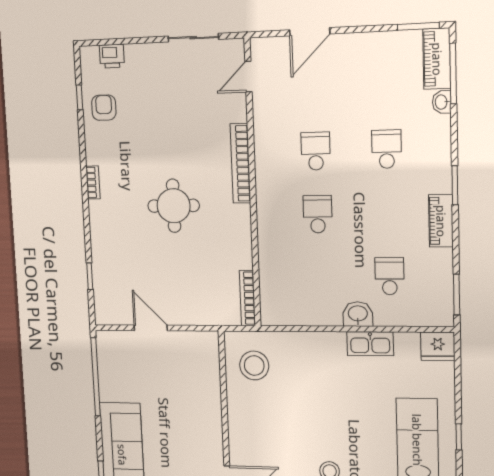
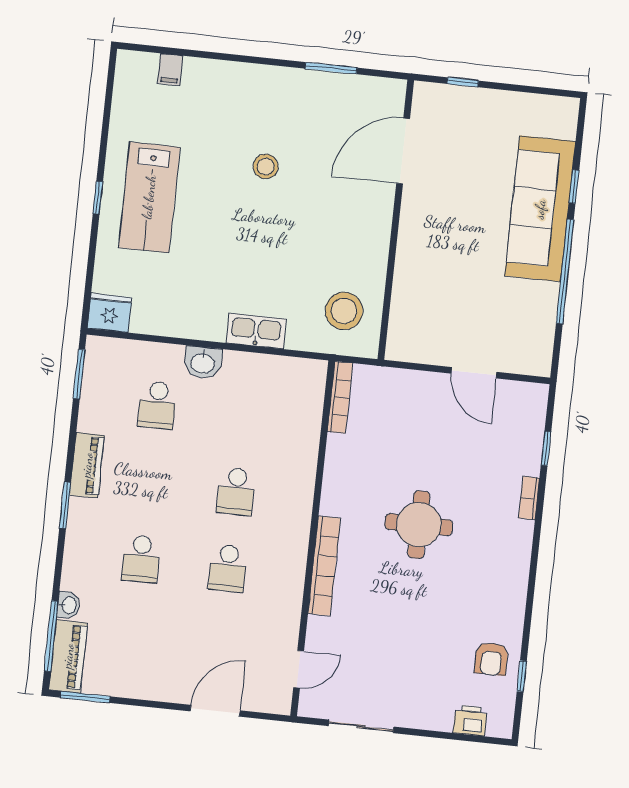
bookcase: (93, 182) -> (529, 498), moved
kitchen sink: (370, 344) -> (256, 331), moved
window: (96, 377) -> (565, 271), moved

